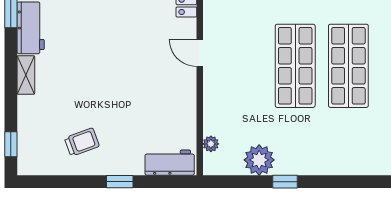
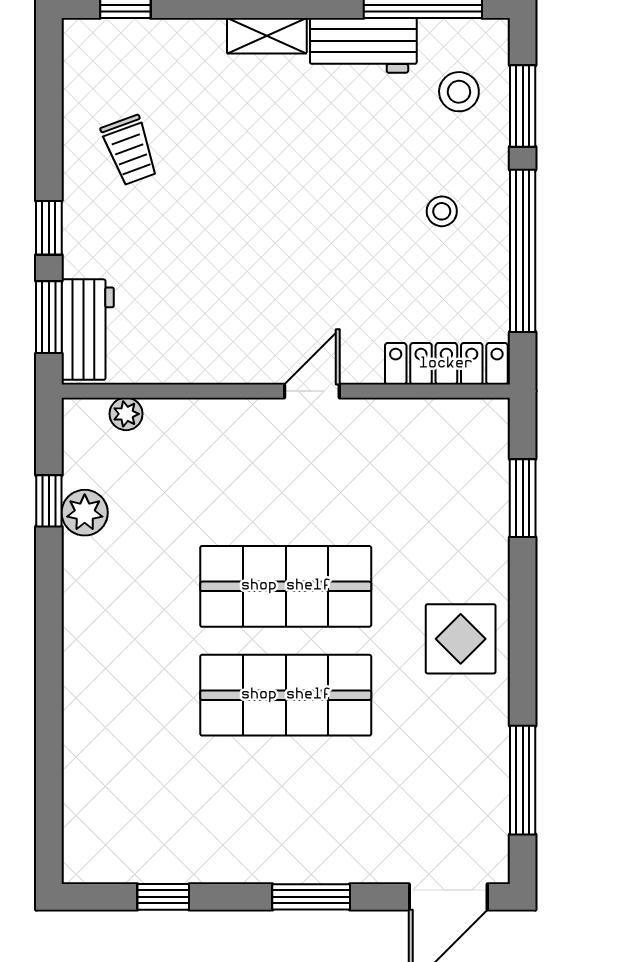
plant: (259, 160) -> (85, 513), width x0.73, depth x0.73
window: (164, 182) -> (49, 317), added
window: (285, 182) -> (49, 501), moved

